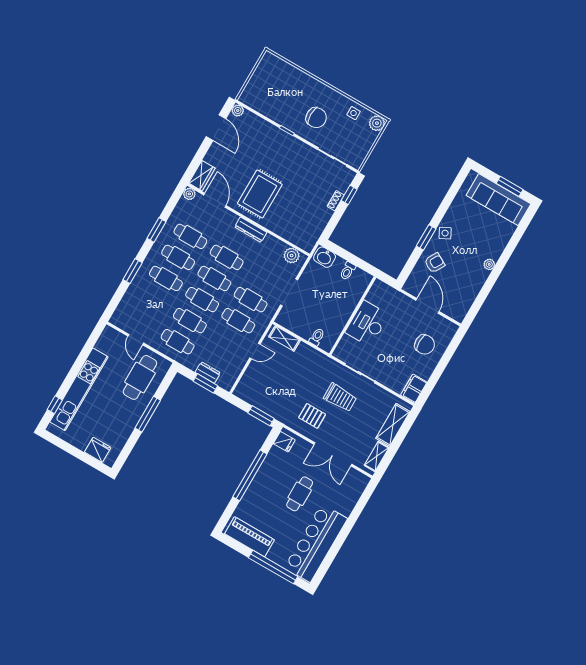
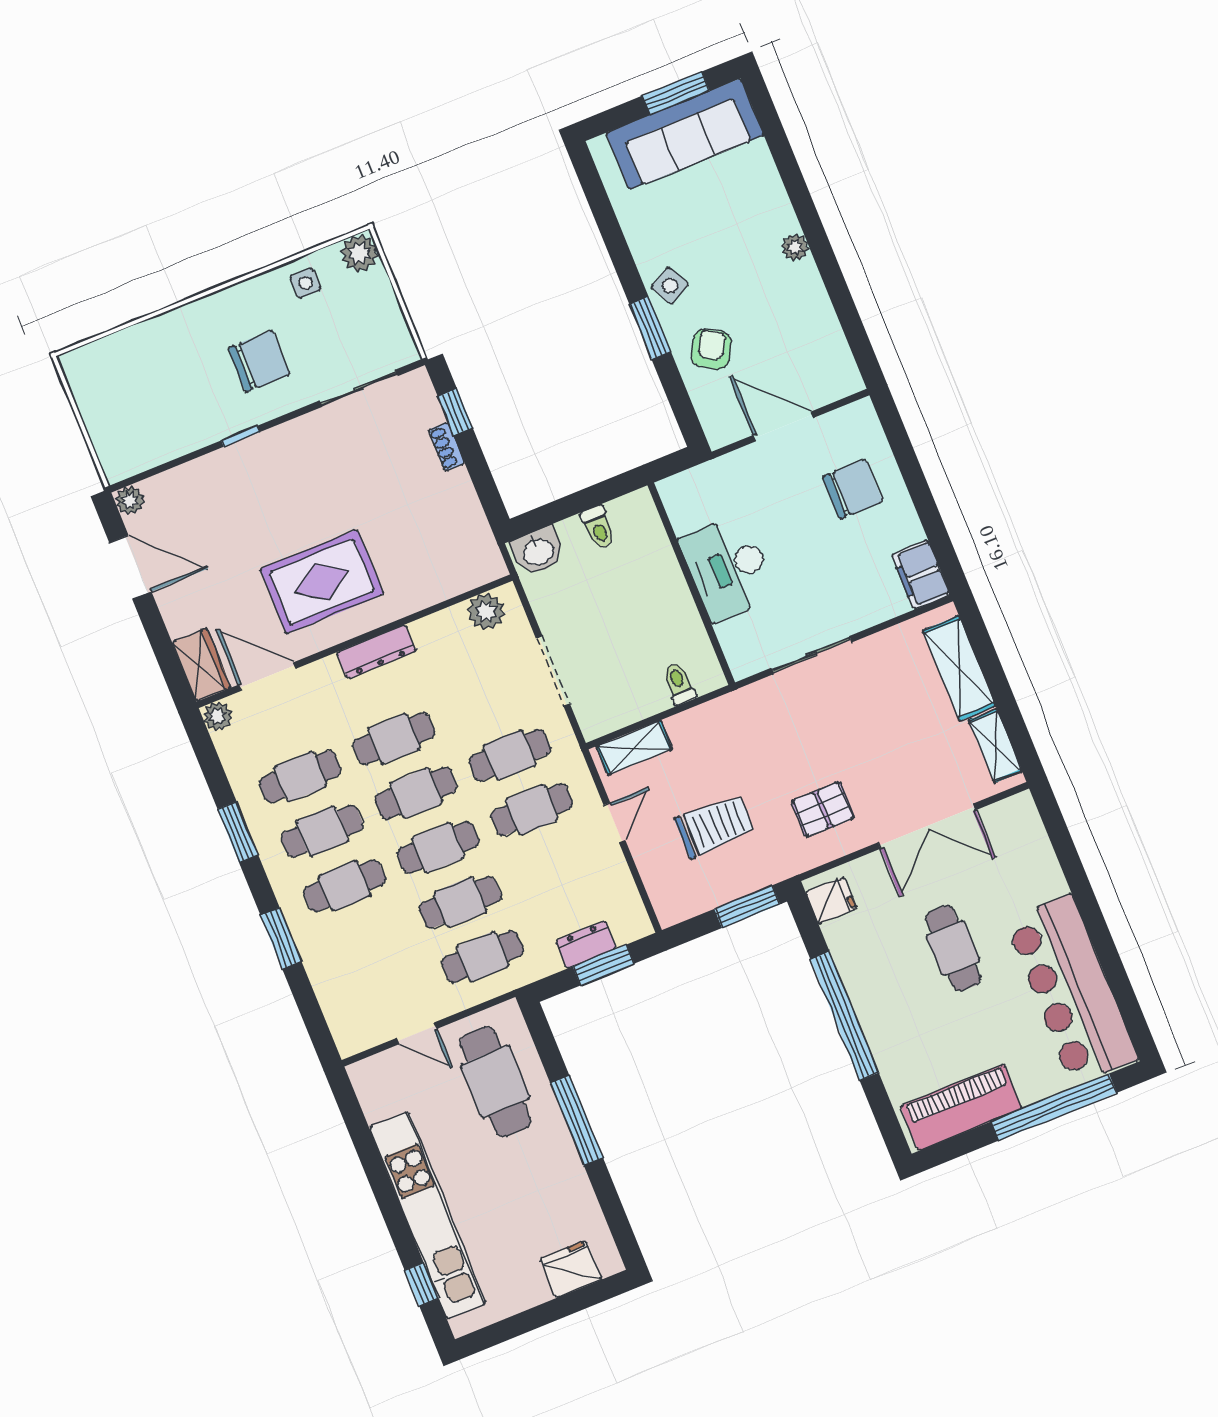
rug: (260, 194) -> (322, 582), turned 90
trolley: (340, 397) -> (714, 826), moved

